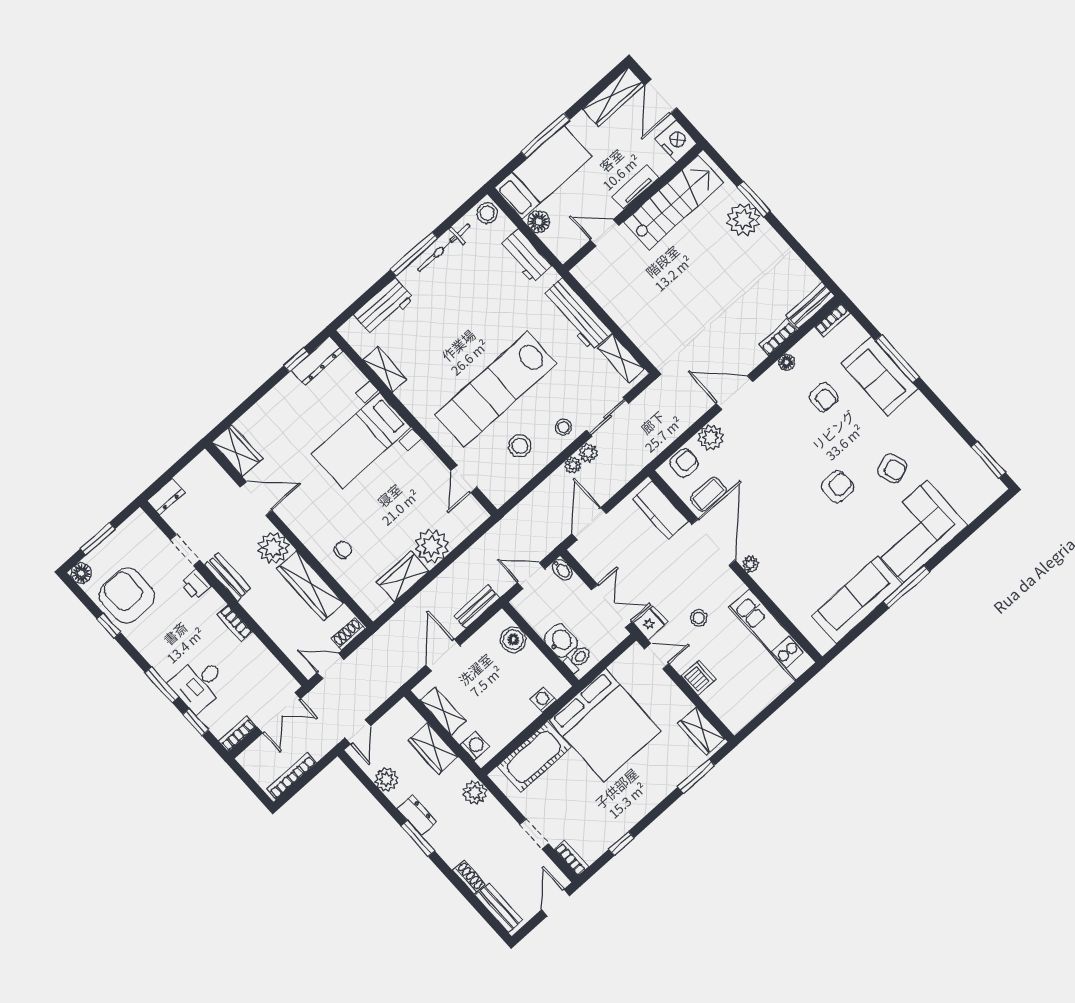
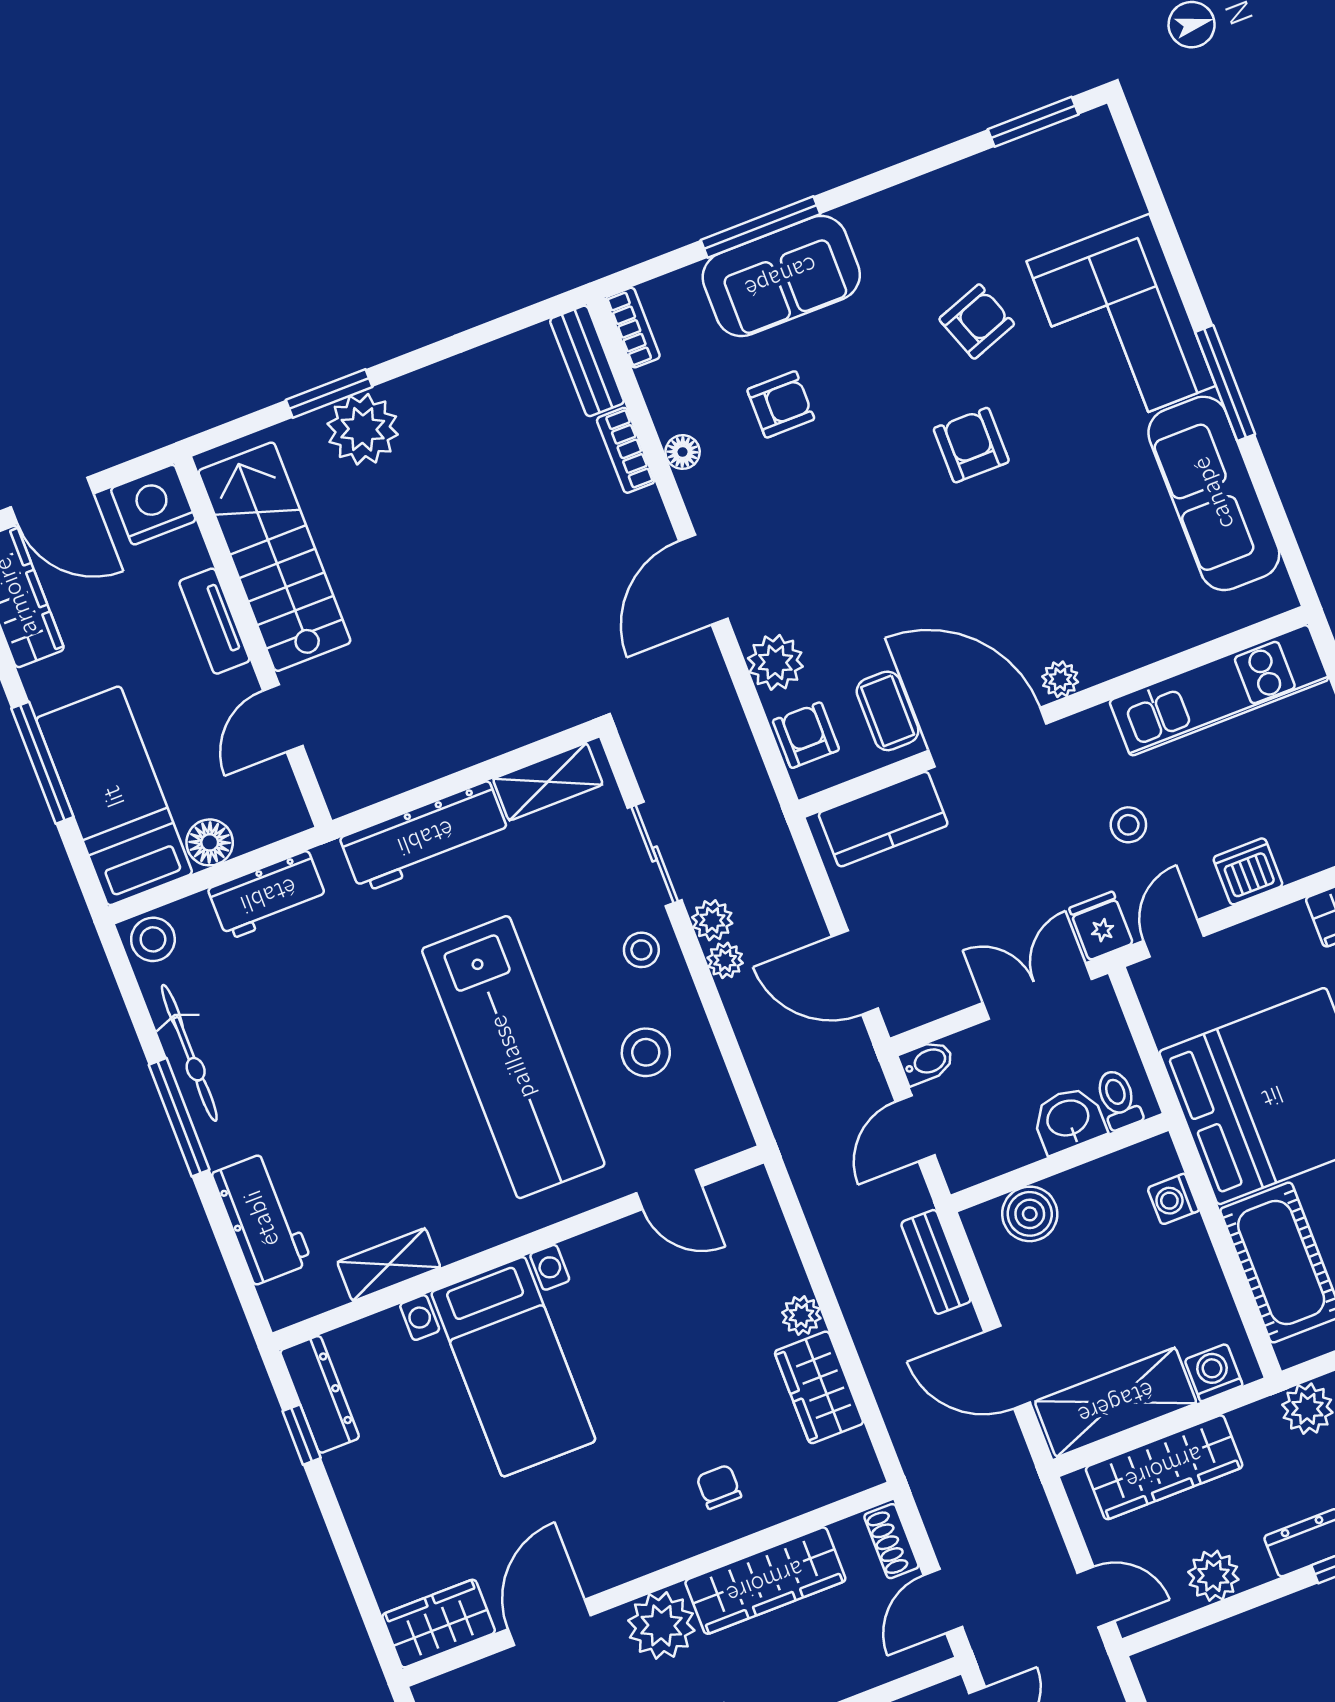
plant: (432, 546) -> (801, 1315), width x0.53, depth x0.53
shelving: (443, 711) -> (1116, 1402), width x1.50, depth x1.33
wardrobe: (433, 749) -> (1164, 1467), width x1.50

